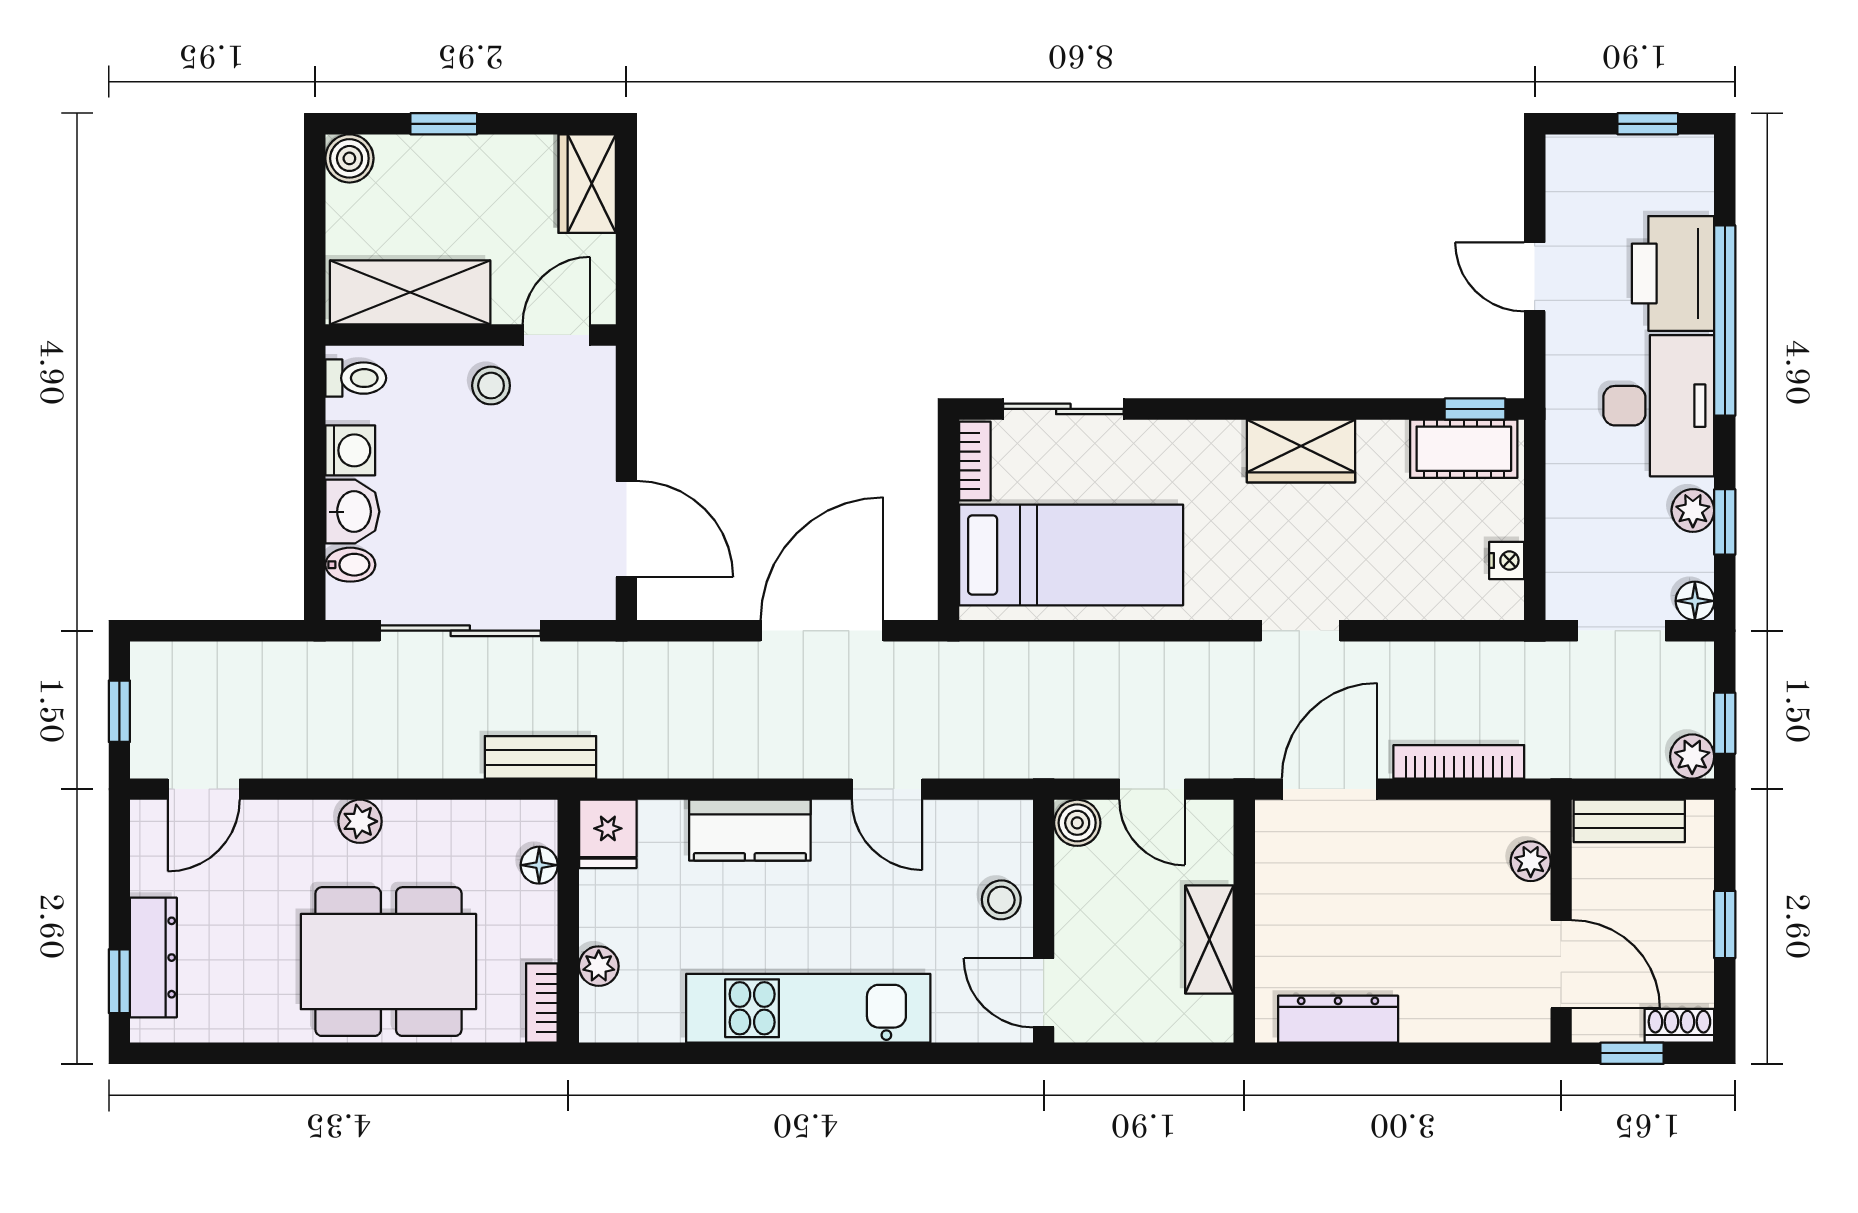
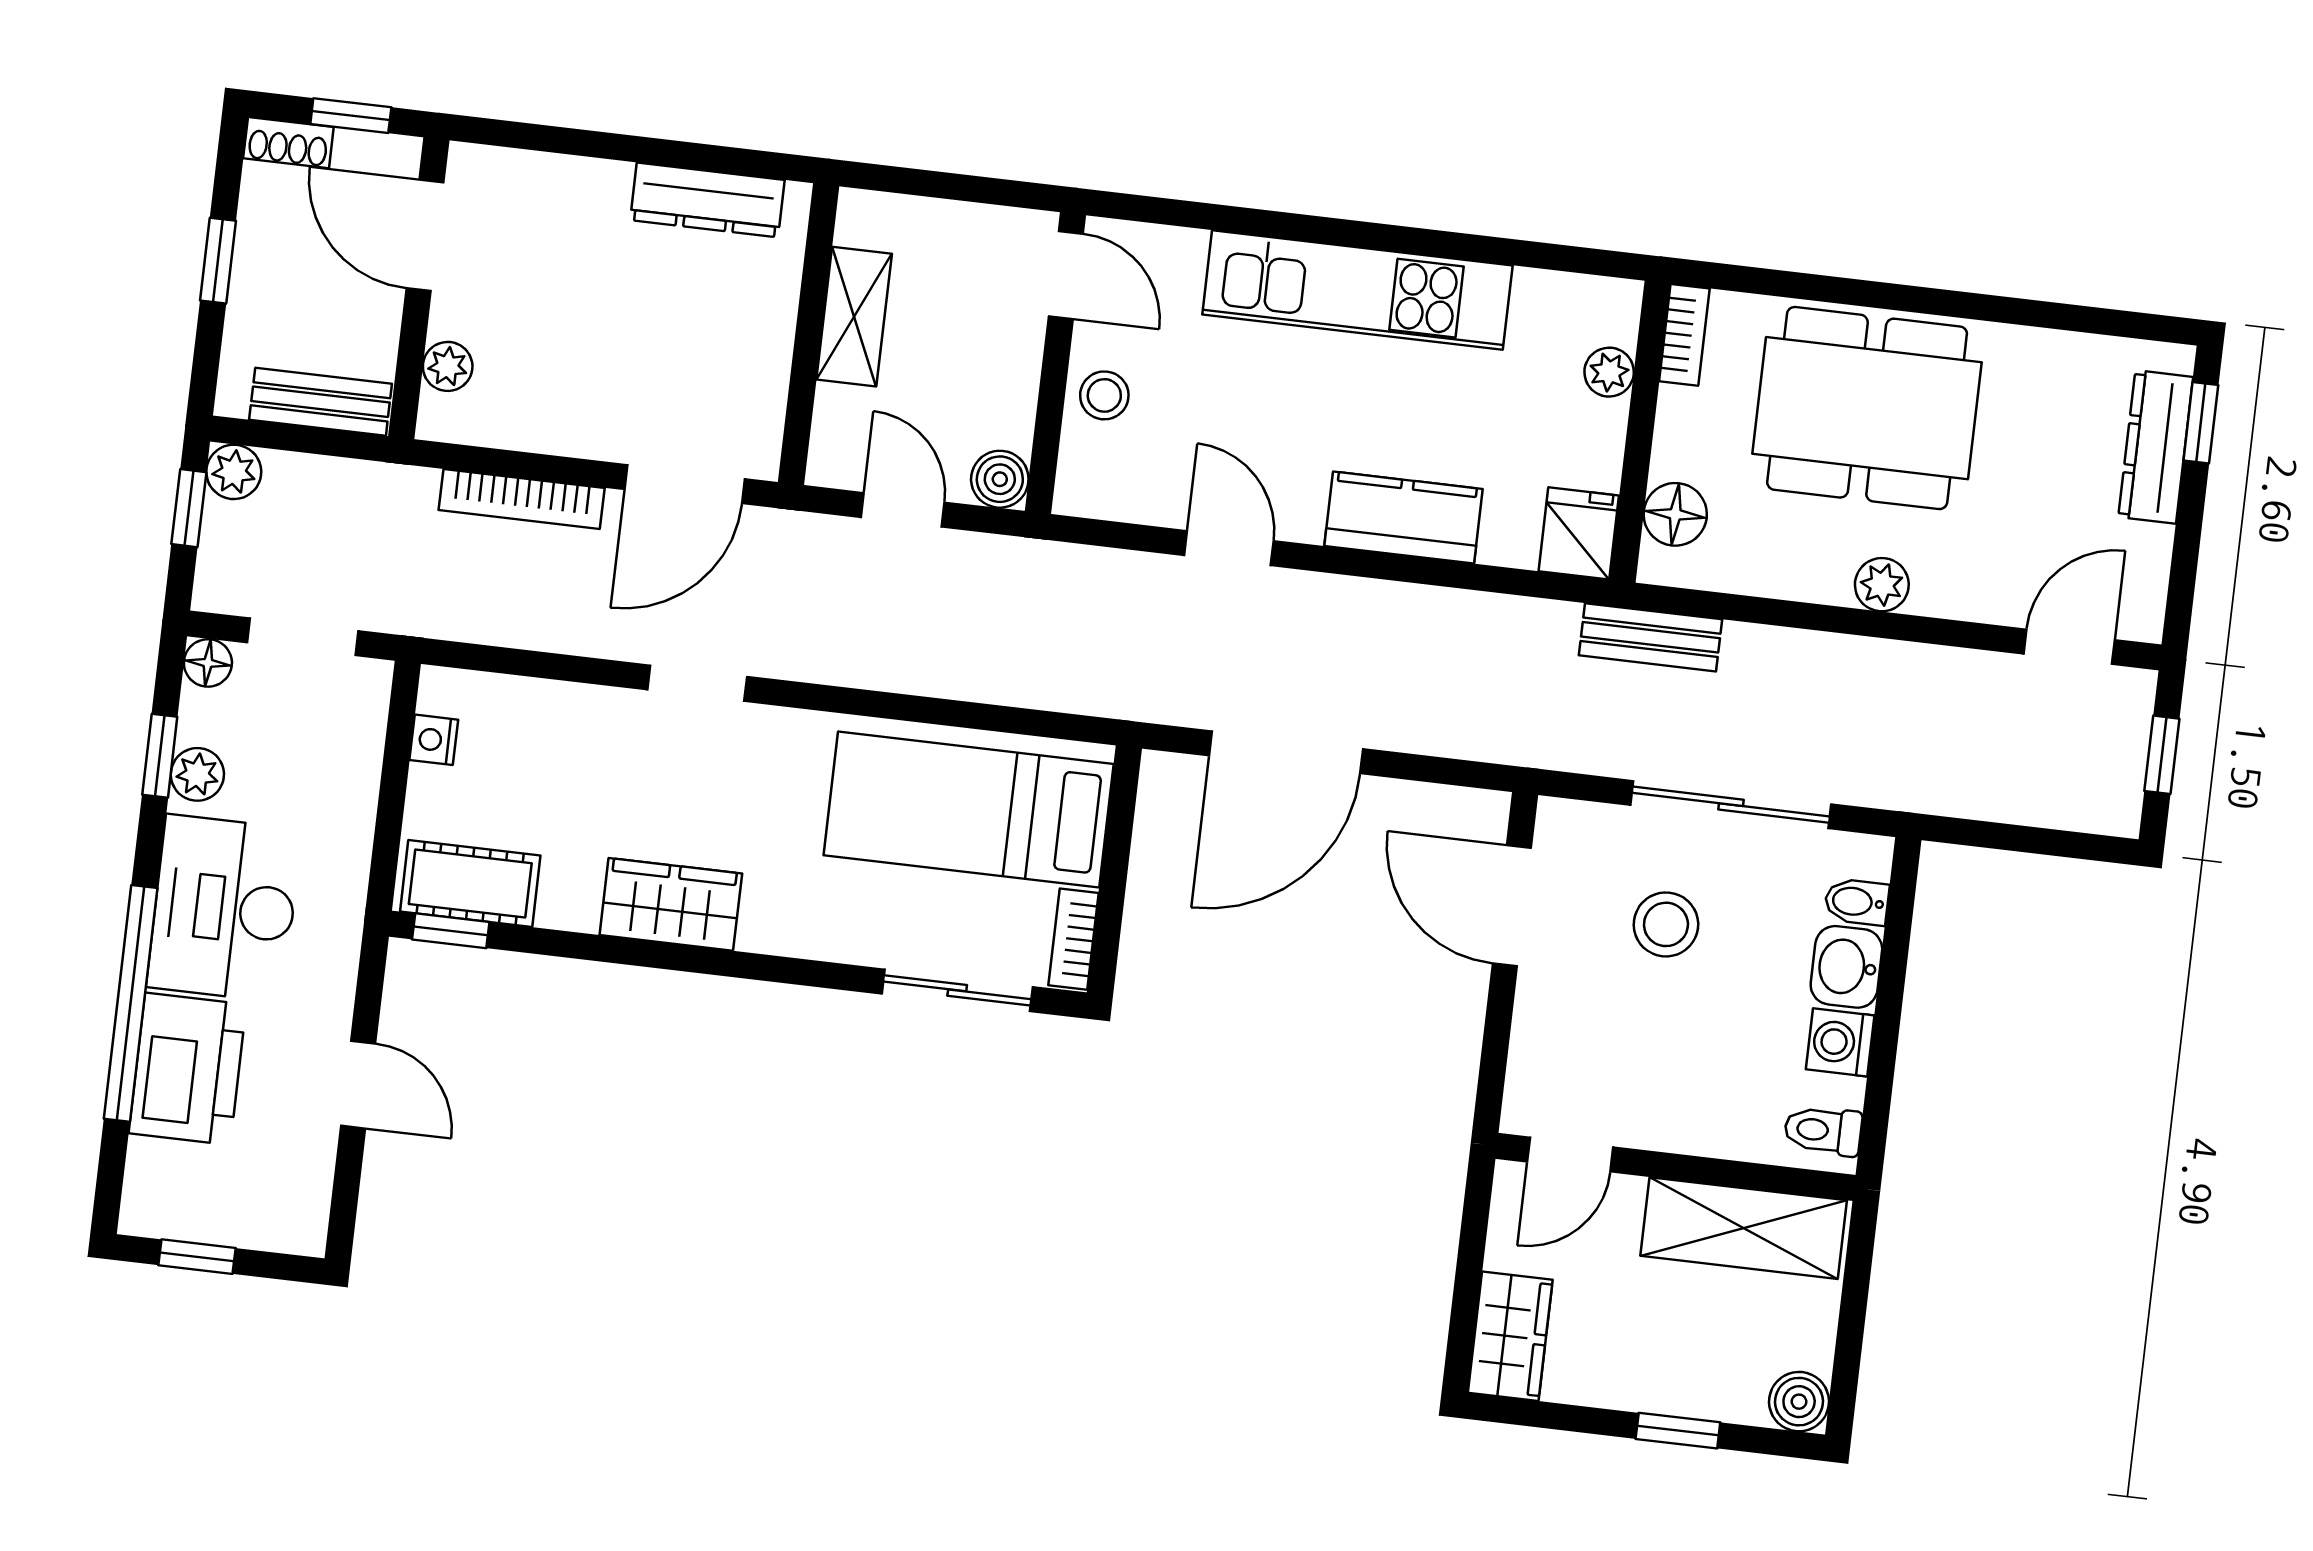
stool: (491, 386) -> (1666, 924), moved, width x1.37, depth x1.37
floor lamp: (539, 865) -> (1675, 514), width x1.37, depth x1.37

